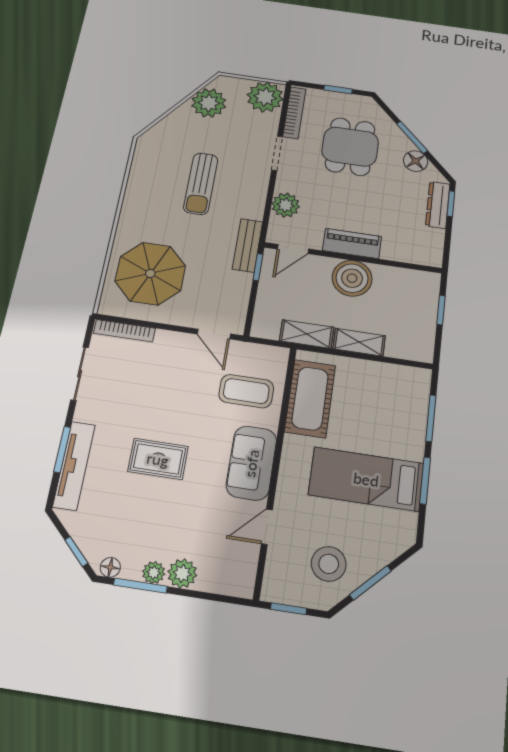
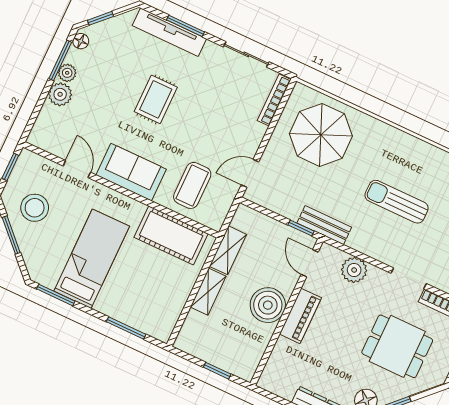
window: (425, 481) -> (56, 295), moved

